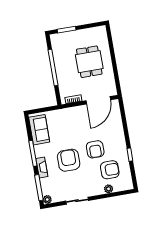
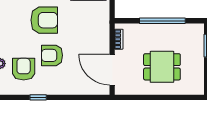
armchair: (110, 170) -> (24, 69), turned 180

